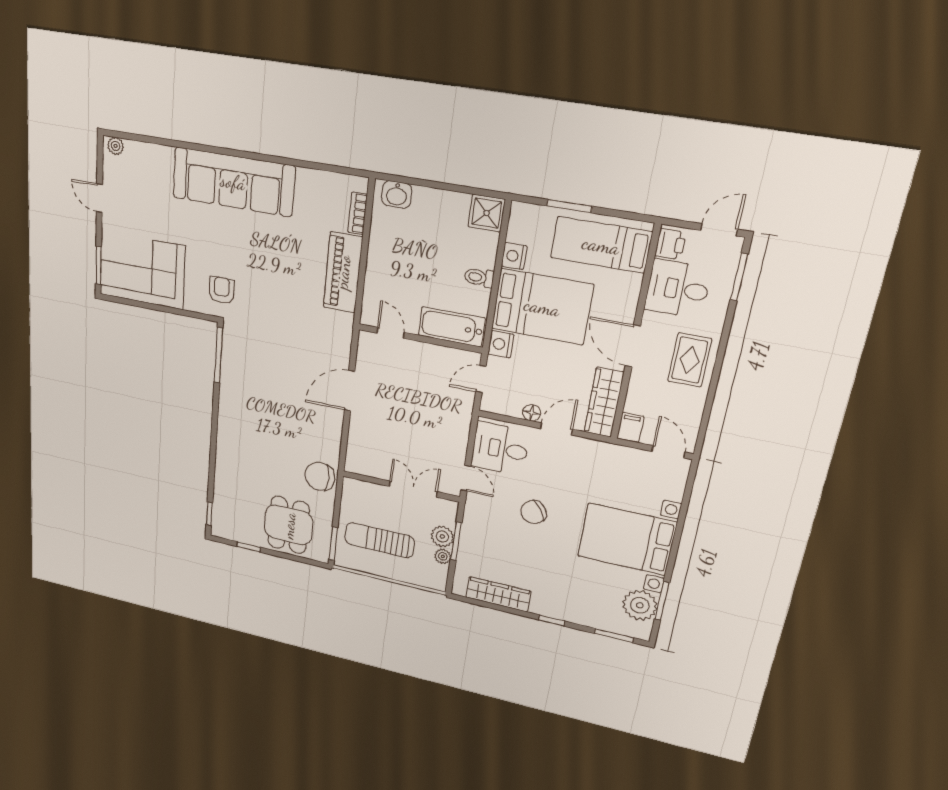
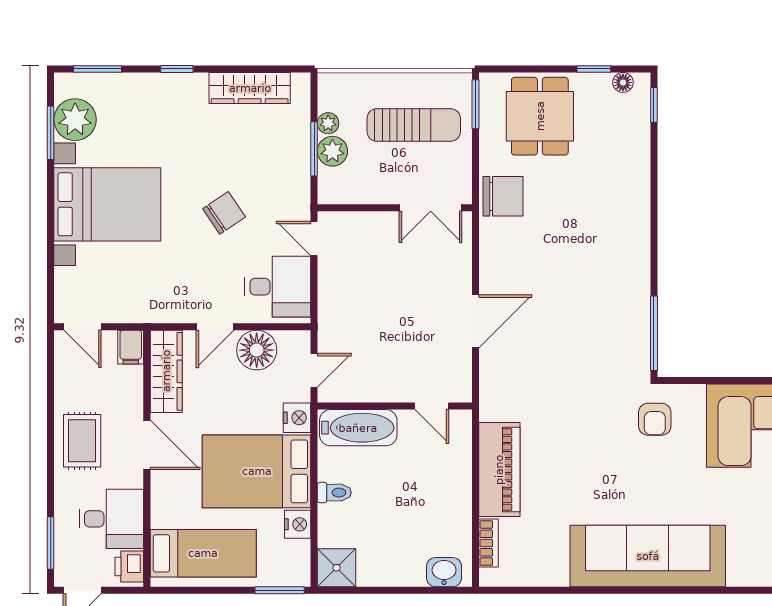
window: (569, 206) -> (280, 590), moved
floor lamp: (532, 413) -> (257, 350), width x1.89, depth x1.89
double door: (413, 489) -> (431, 208), moved
floor lamp: (229, 533) -> (623, 82), added

